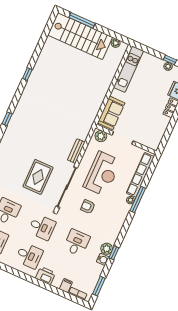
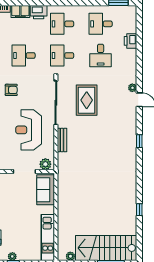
window: (27, 74) -> (139, 210), moved
armchair: (88, 207) -> (11, 90), moved
desk: (77, 243) -> (24, 56), turned 90
filing cabinet: (66, 286) -> (20, 11), width x2.00

